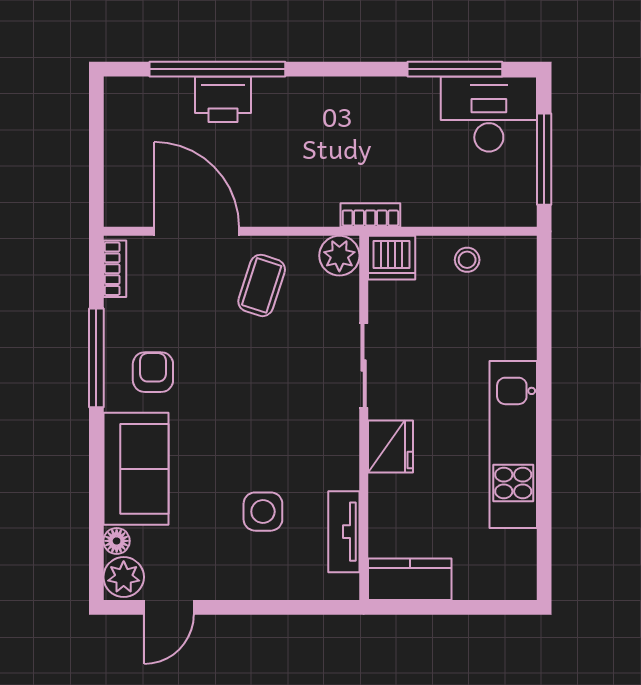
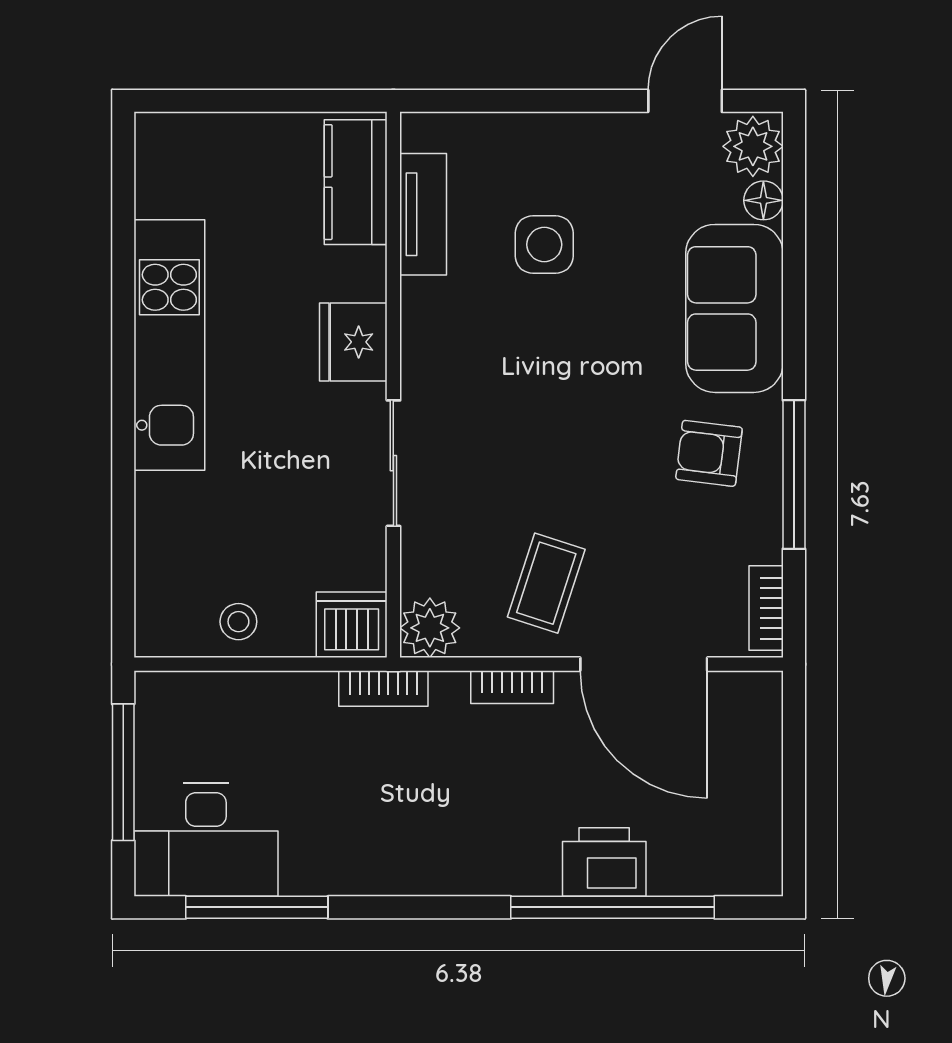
bookcase: (284, 216) -> (512, 687), added
armchair: (153, 372) -> (709, 453), turned 97
kitchen counter: (410, 579) -> (356, 182), moved, turned 90

